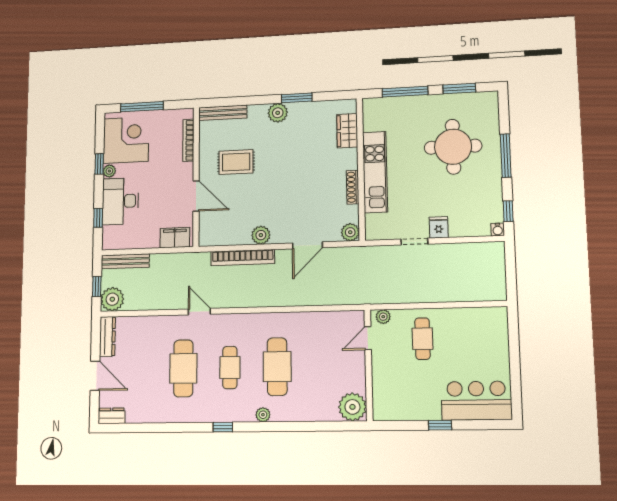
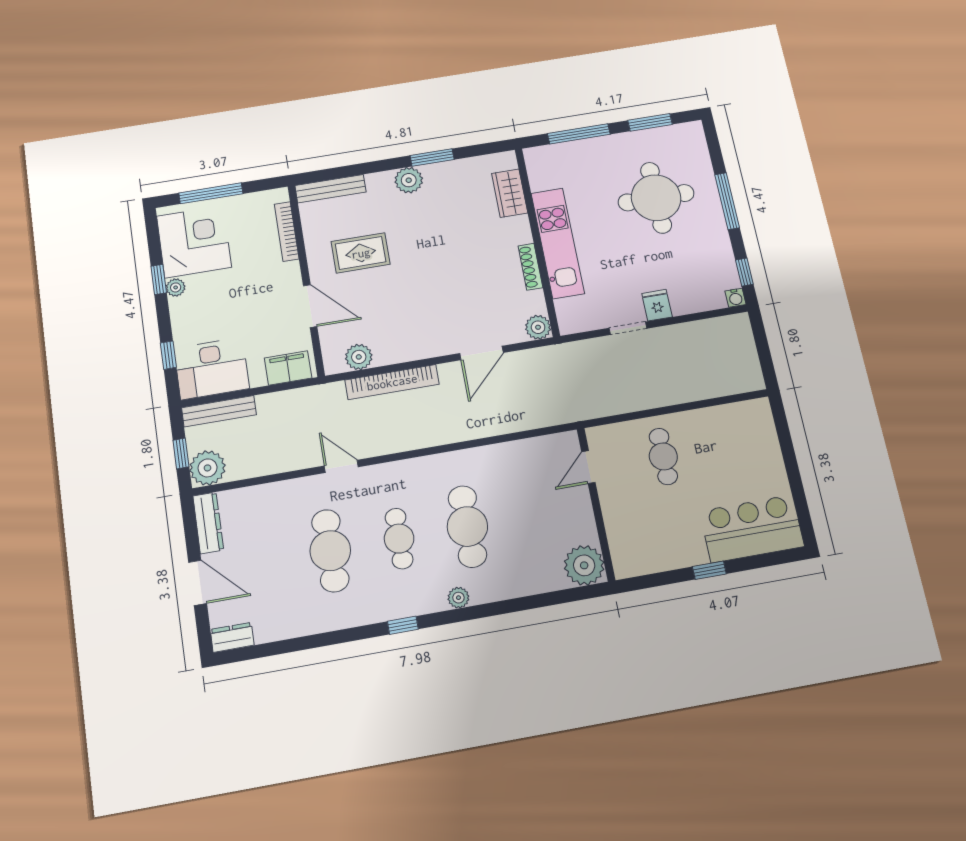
desk: (120, 201) -> (212, 368), moved, turned -90
plant: (261, 235) -> (359, 357), moved
plant: (383, 317) -> (604, 435), removed

